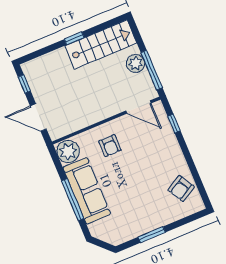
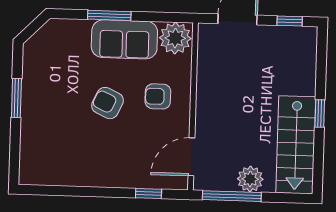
armchair: (181, 188) -> (107, 103), moved, turned -35
sofa: (87, 191) -> (124, 39), width x0.73
window: (73, 200) -> (109, 15), width x0.69

